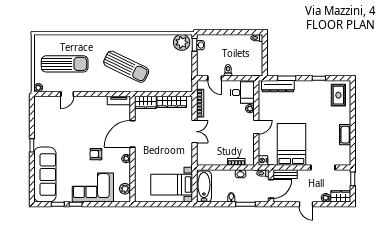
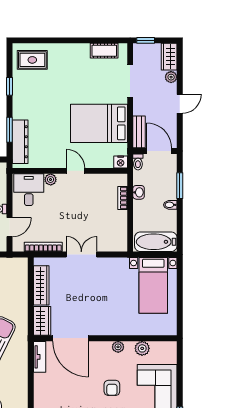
door: (133, 134) -> (70, 338), moved
cot: (345, 135) -> (104, 51), moved
plant: (125, 189) -> (142, 348), moved

